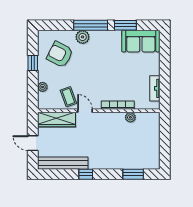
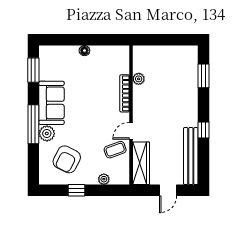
window: (125, 25) -> (33, 70), moved
sofa: (141, 41) -> (51, 103), moved
floor lamp: (155, 70) -> (84, 51), added
tv unit: (155, 88) -> (105, 51), removed

